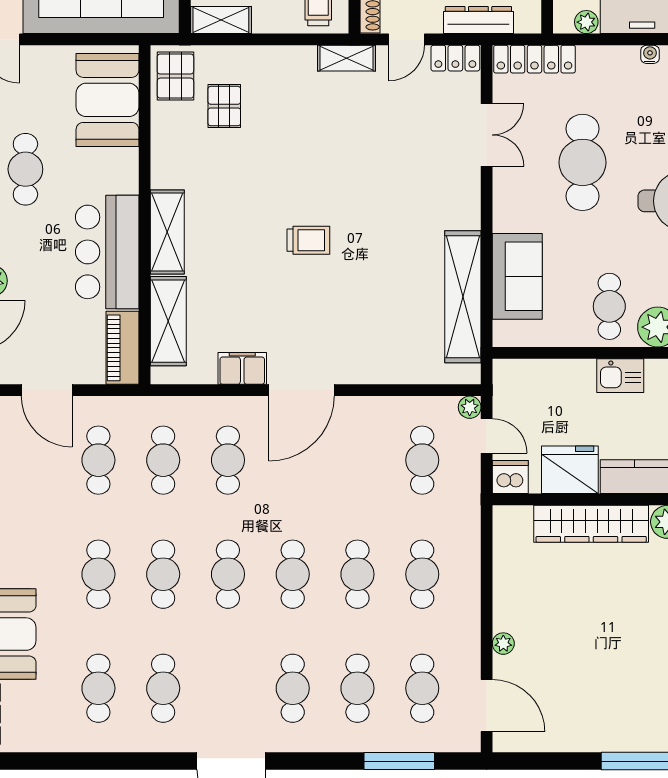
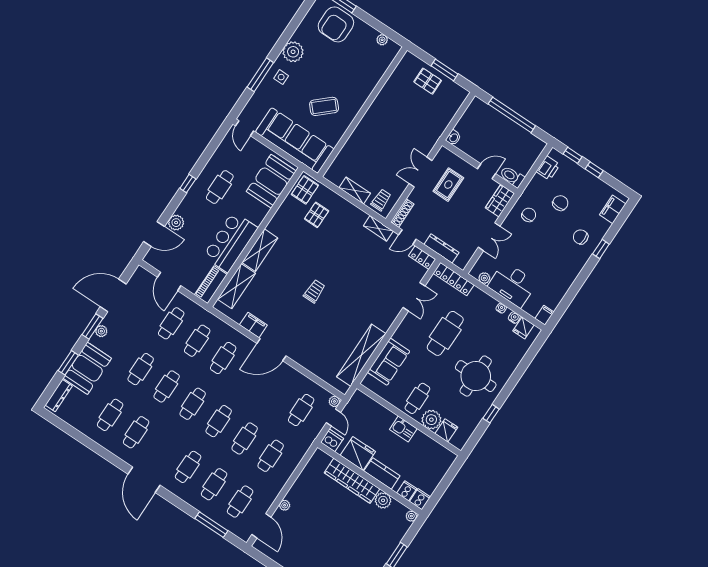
shelving: (221, 20) -> (355, 190), moved
trolley: (308, 240) -> (314, 291), turned -90

